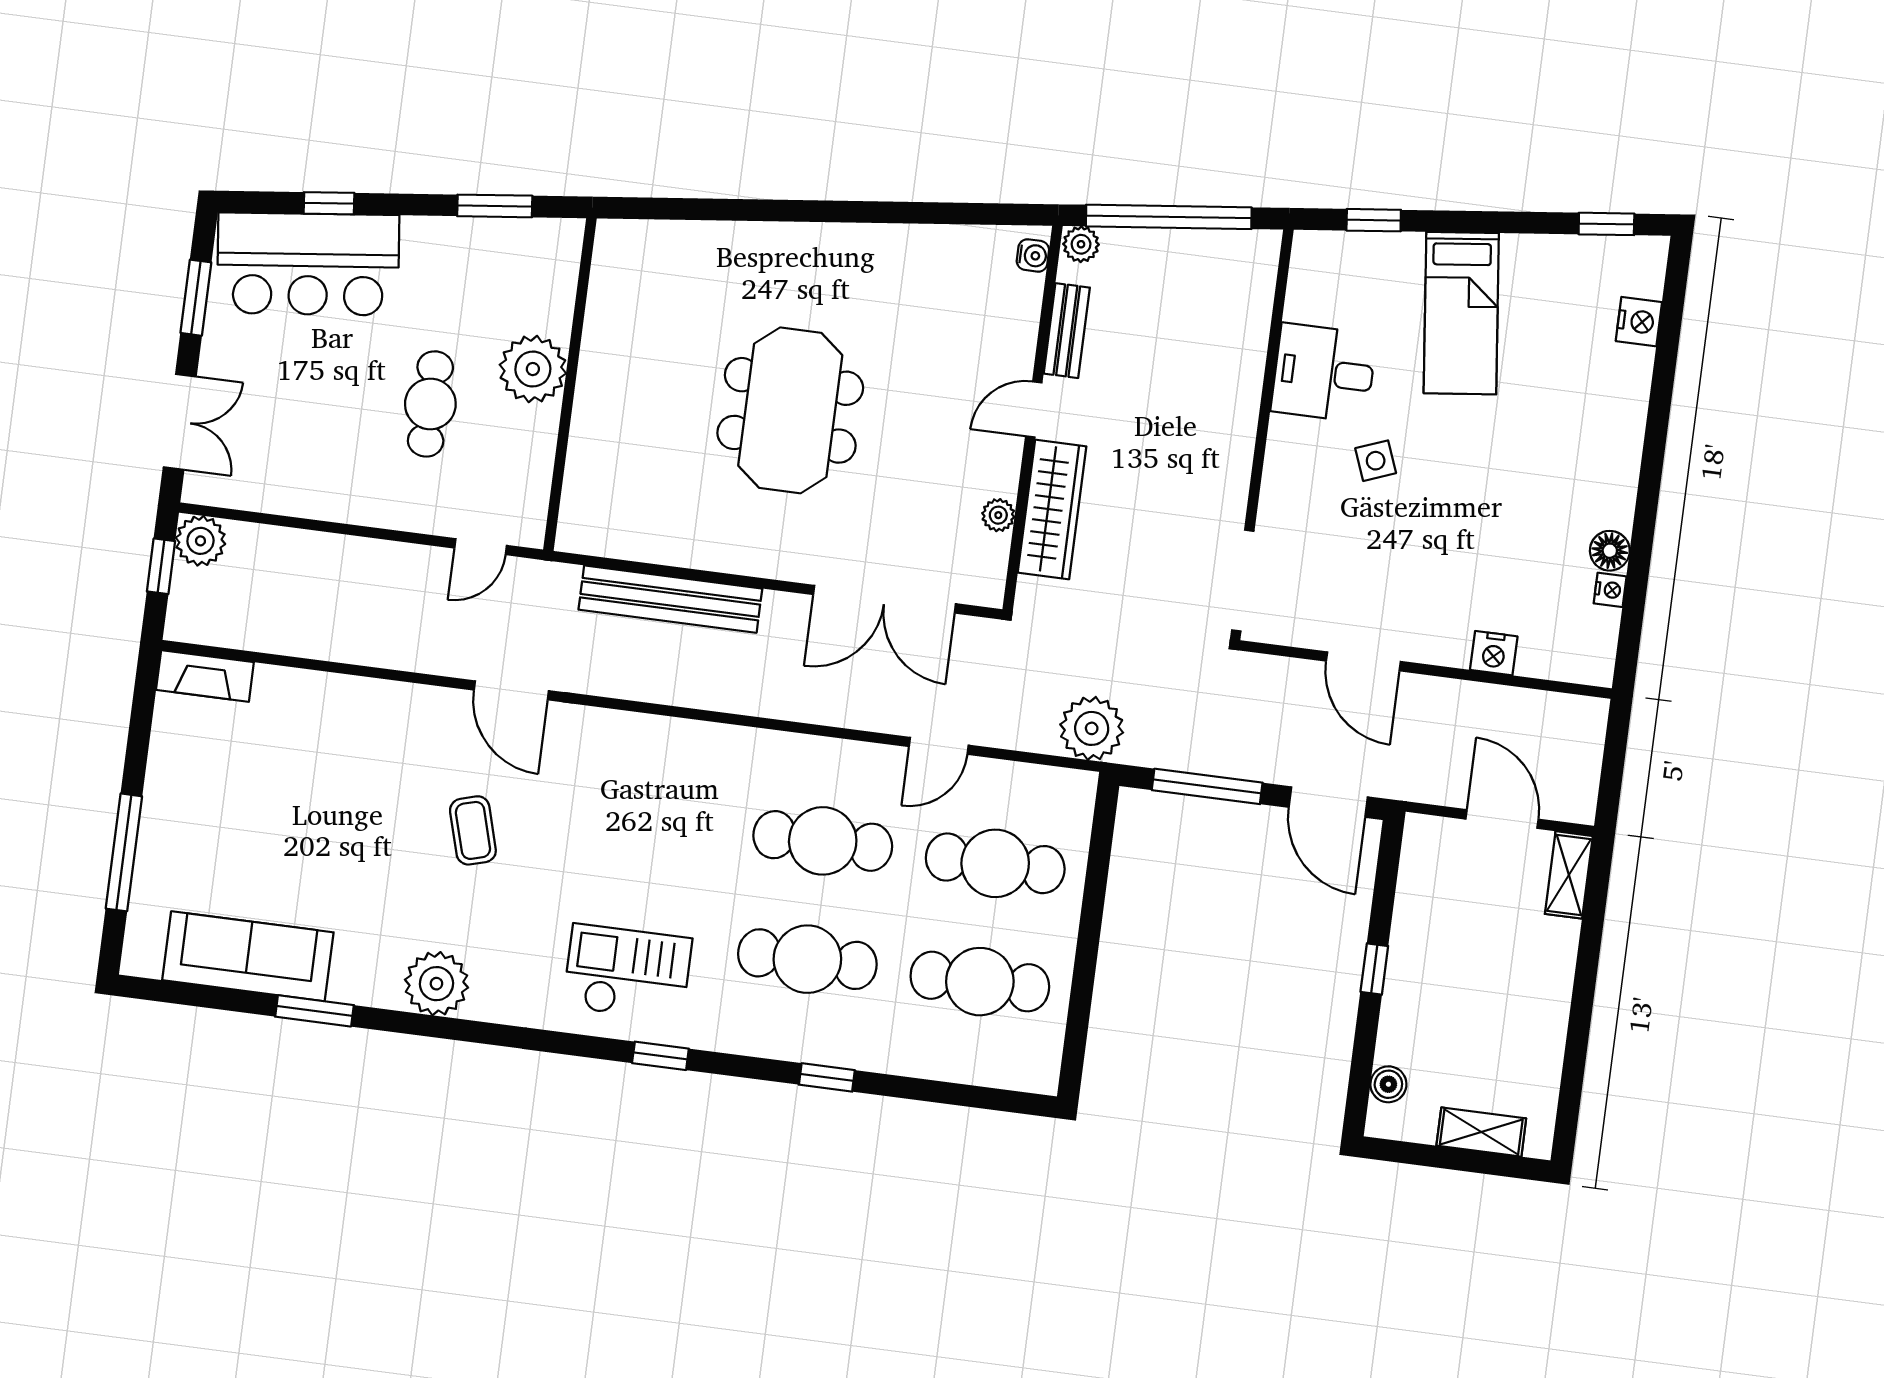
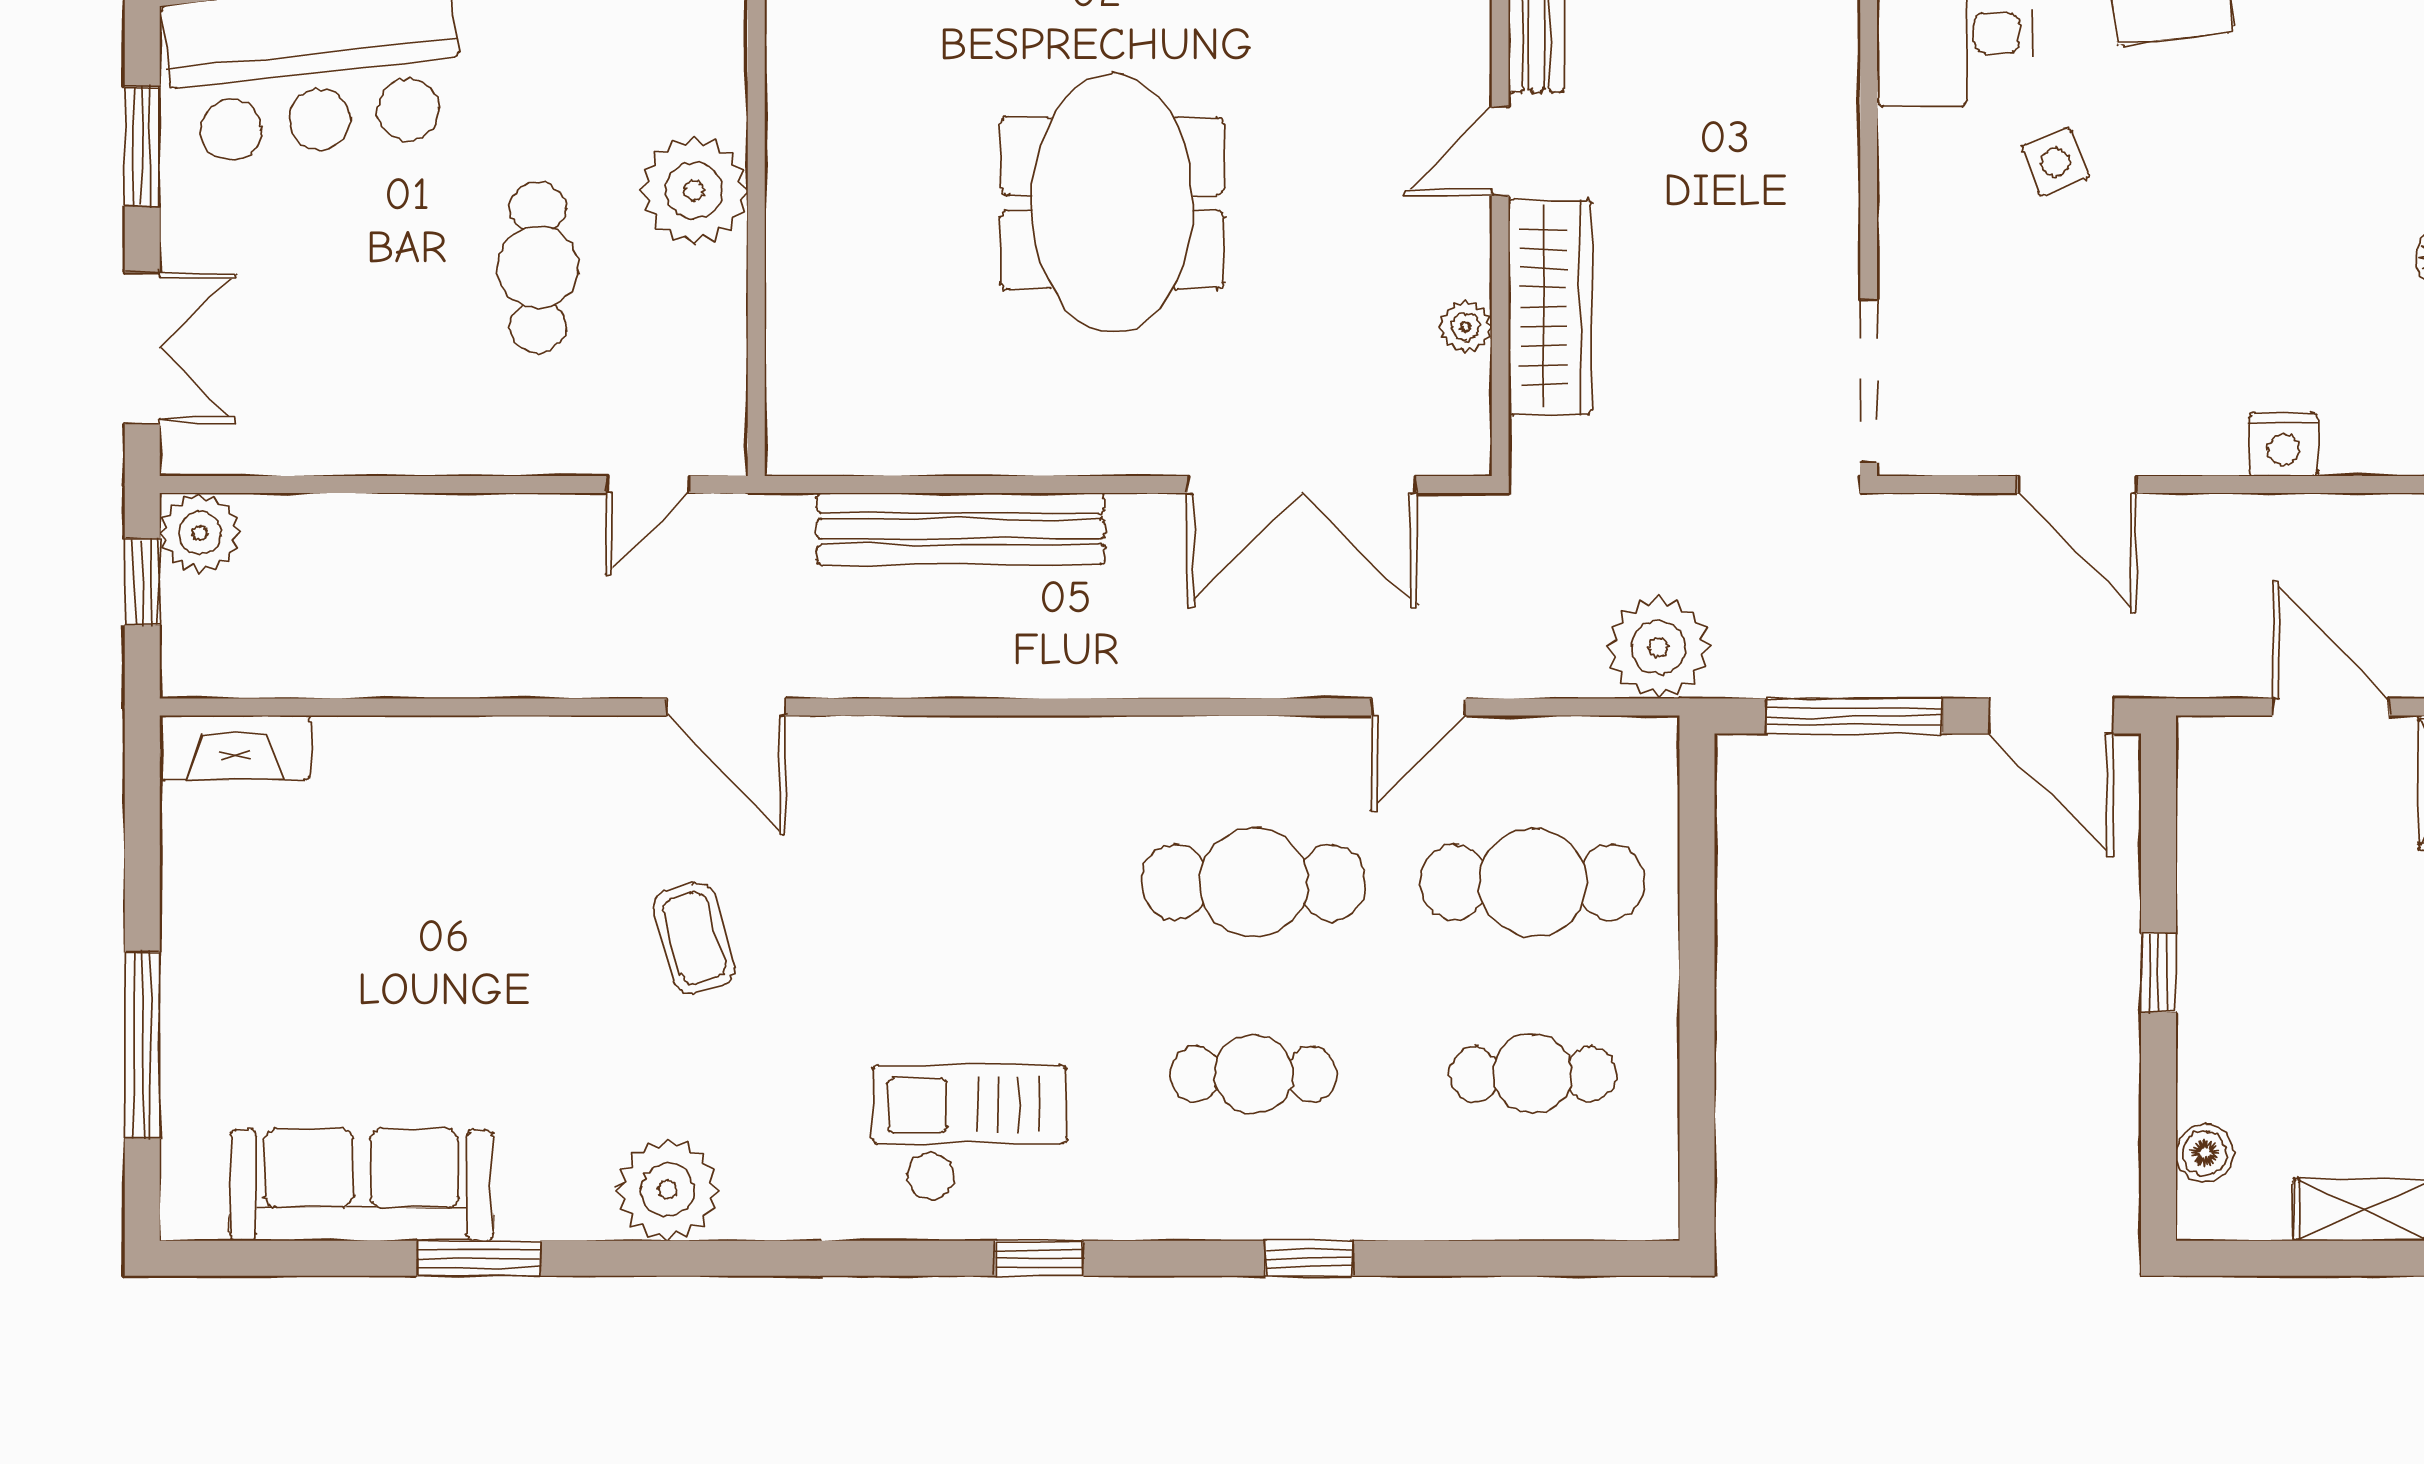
cafe table: (807, 959) -> (1253, 1074), width x0.73, depth x0.74
cafe table: (980, 982) -> (1533, 1074), width x0.73, depth x0.74

